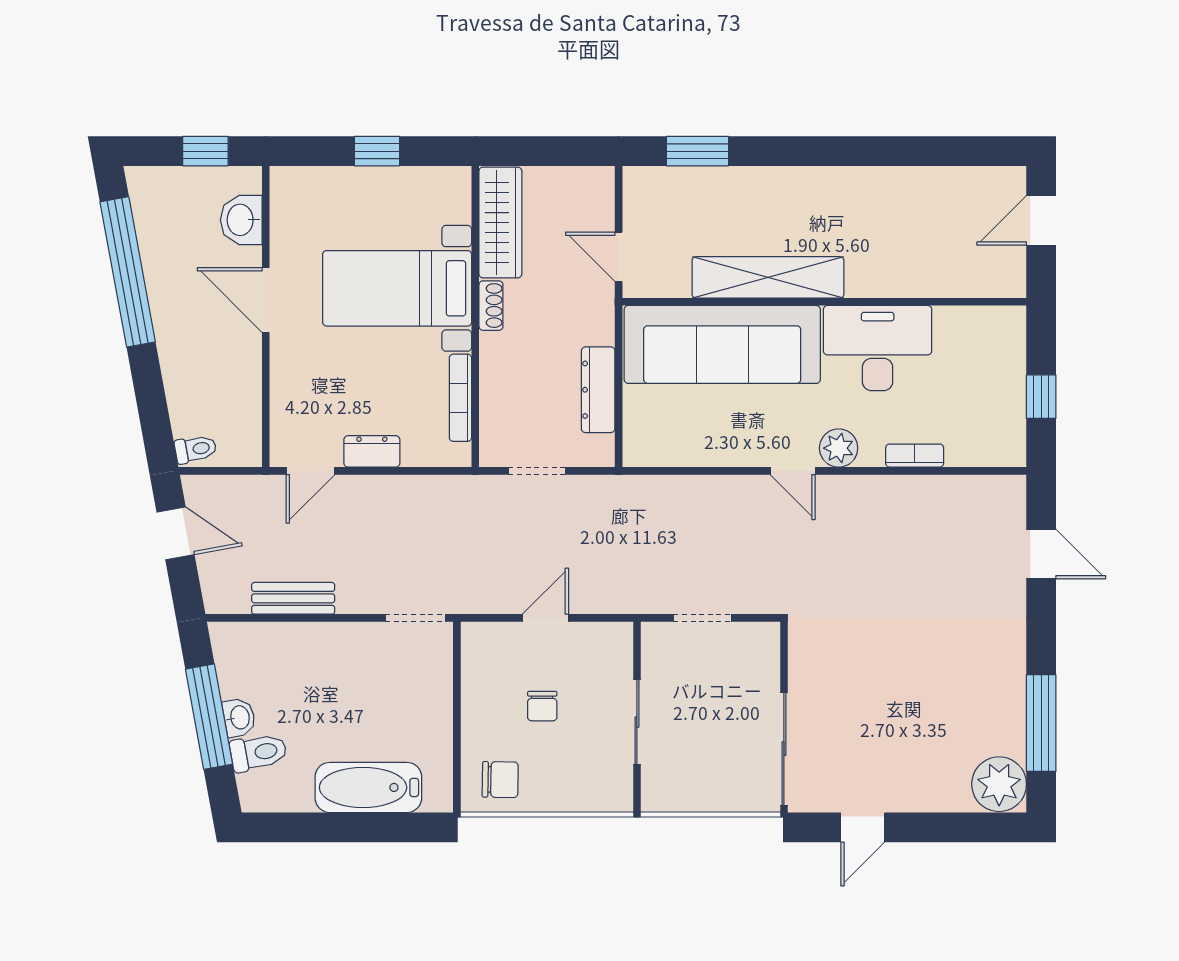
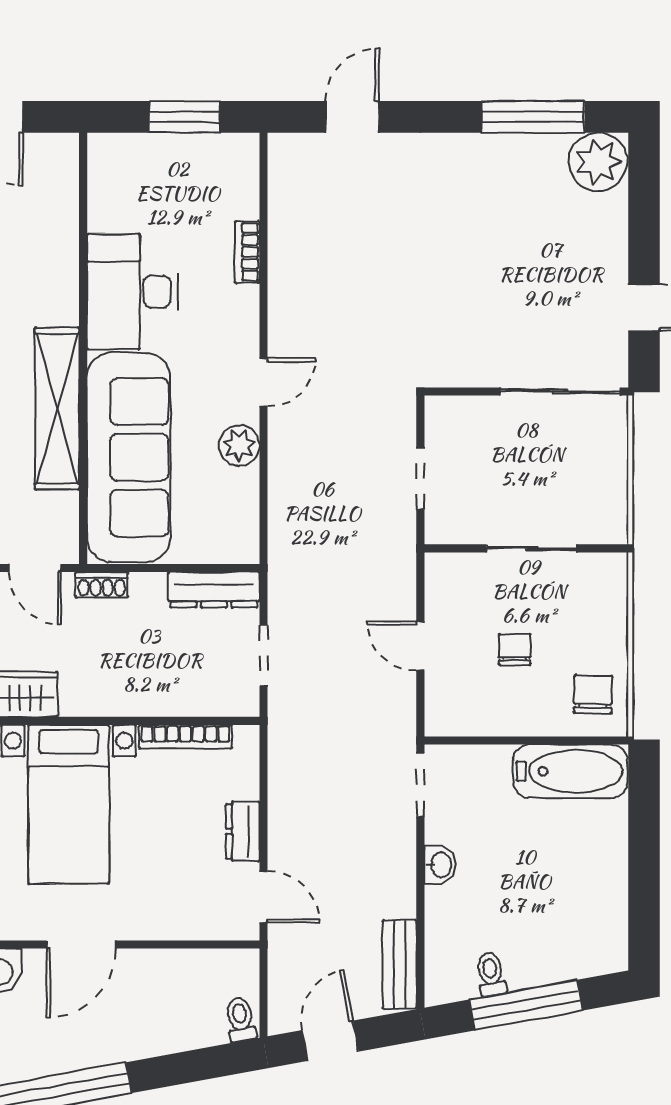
door: (619, 257) -> (35, 568), hinge flipped
shoe rack: (491, 306) -> (102, 585), moved, turned 180
dresser: (598, 390) -> (214, 590), moved
window: (1041, 397) -> (184, 117), width x1.50
plant: (839, 448) -> (239, 446), moved
bench: (293, 598) -> (400, 964), moved
chair: (542, 706) -> (515, 649), turned -90
washbasin: (239, 718) -> (440, 865), moved, turned 100
toilet: (258, 752) -> (491, 974), moved, width x0.73, depth x0.72
bathtub: (368, 787) -> (570, 771), moved, turned -90

